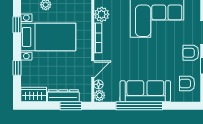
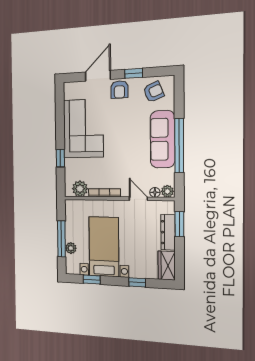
armchair: (187, 84) -> (154, 92), turned -112

